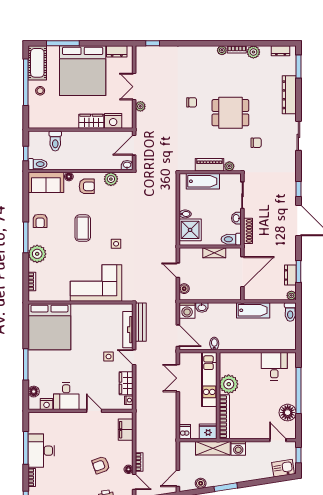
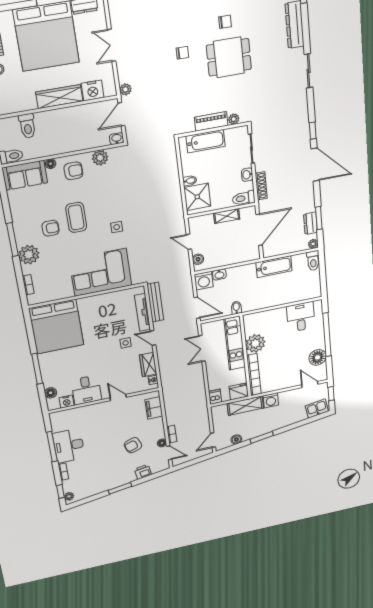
plant: (140, 106) -> (125, 89), moved
wardrobe: (91, 121) -> (59, 97), width x1.50
chair: (256, 143) -> (225, 22), moved
armchair: (40, 221) -> (50, 228), moved, turned -90

